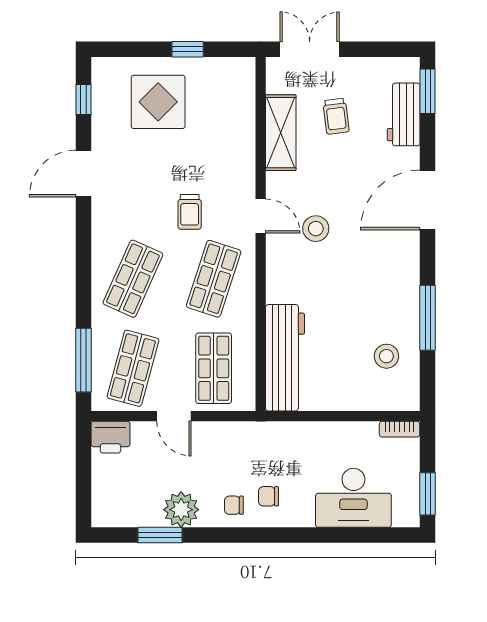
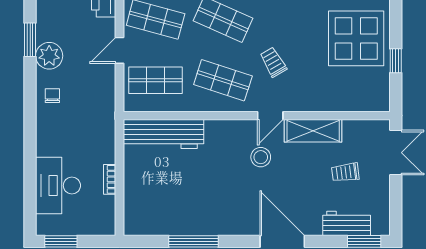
display table: (158, 102) -> (356, 38), width x1.36, depth x1.36
shelving: (281, 133) -> (313, 131), moved
trolley: (190, 212) -> (273, 62), turned 60
stool: (386, 356) -> (165, 210), removed
bookcase: (400, 429) -> (110, 179), moved
chair: (269, 496) -> (59, 122), removed

